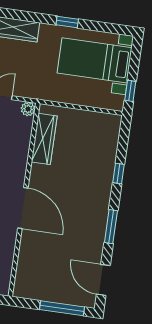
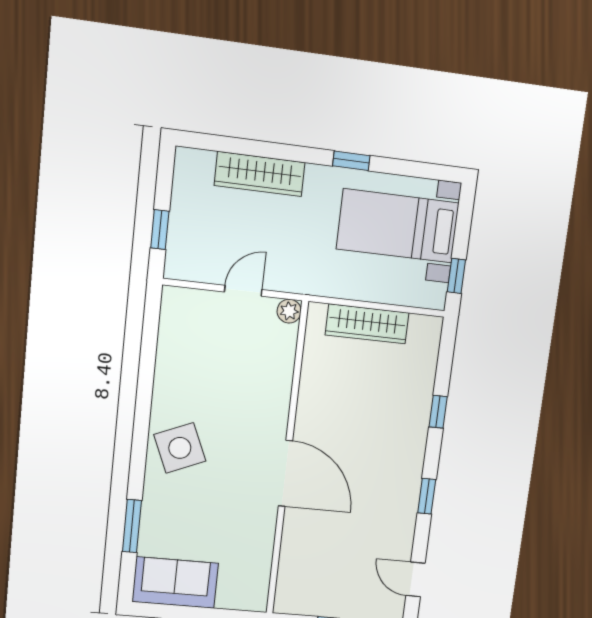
wardrobe: (44, 139) -> (367, 324), moved, turned 90
window: (111, 227) -> (427, 496), width x0.67
door: (103, 280) -> (415, 579), width x0.73

